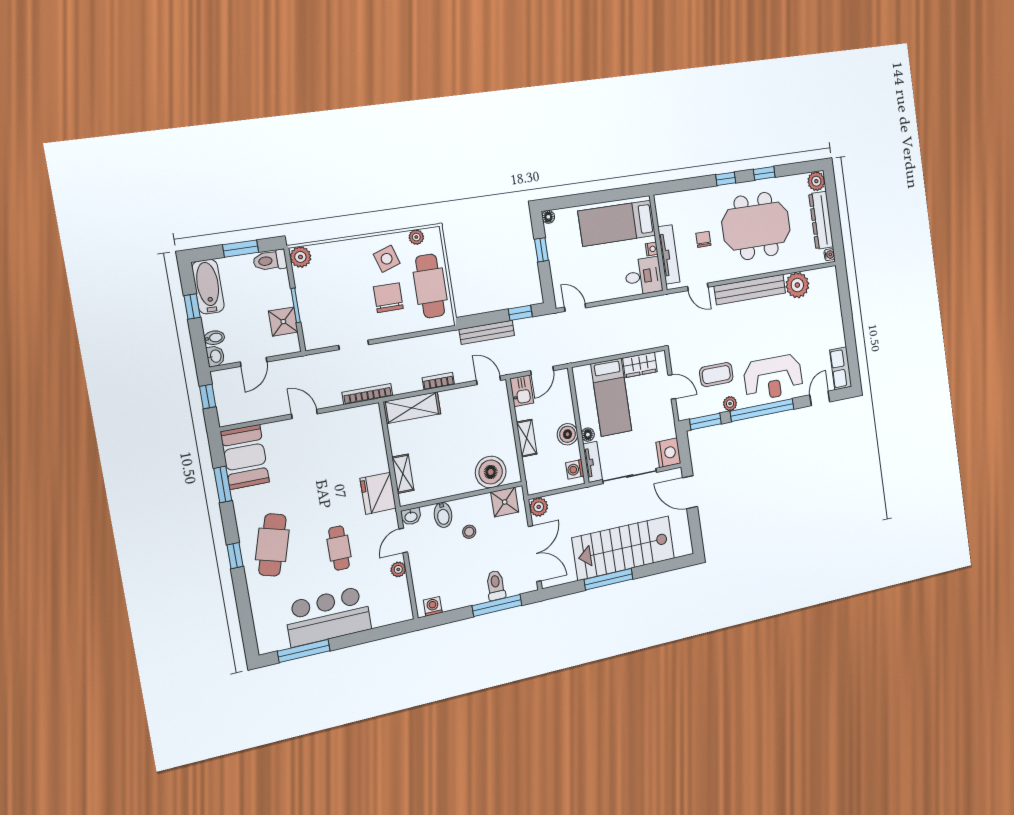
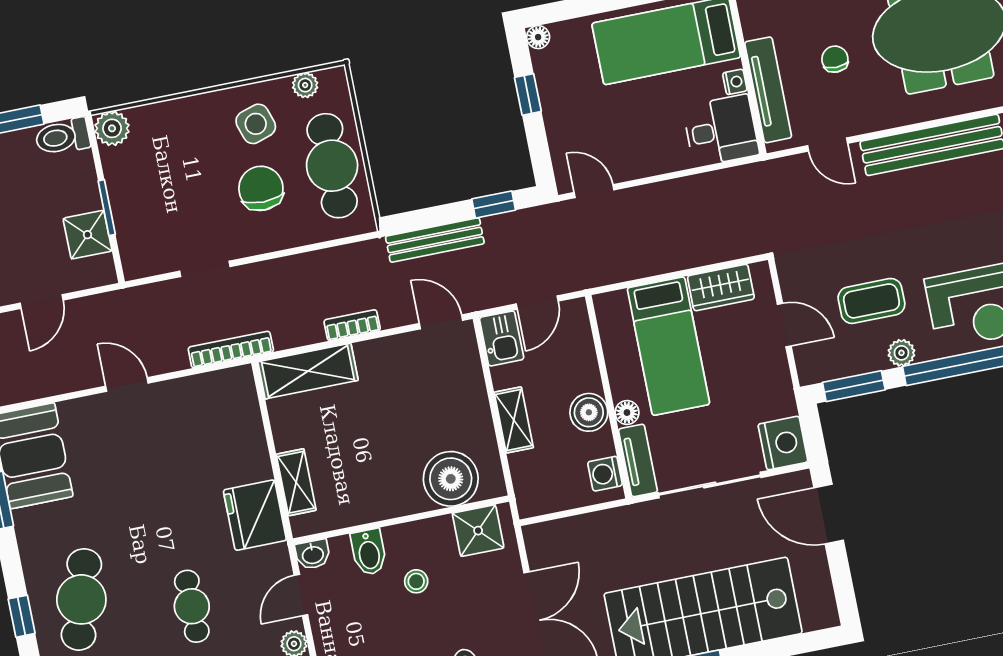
plant: (539, 507) -> (541, 539), removed

